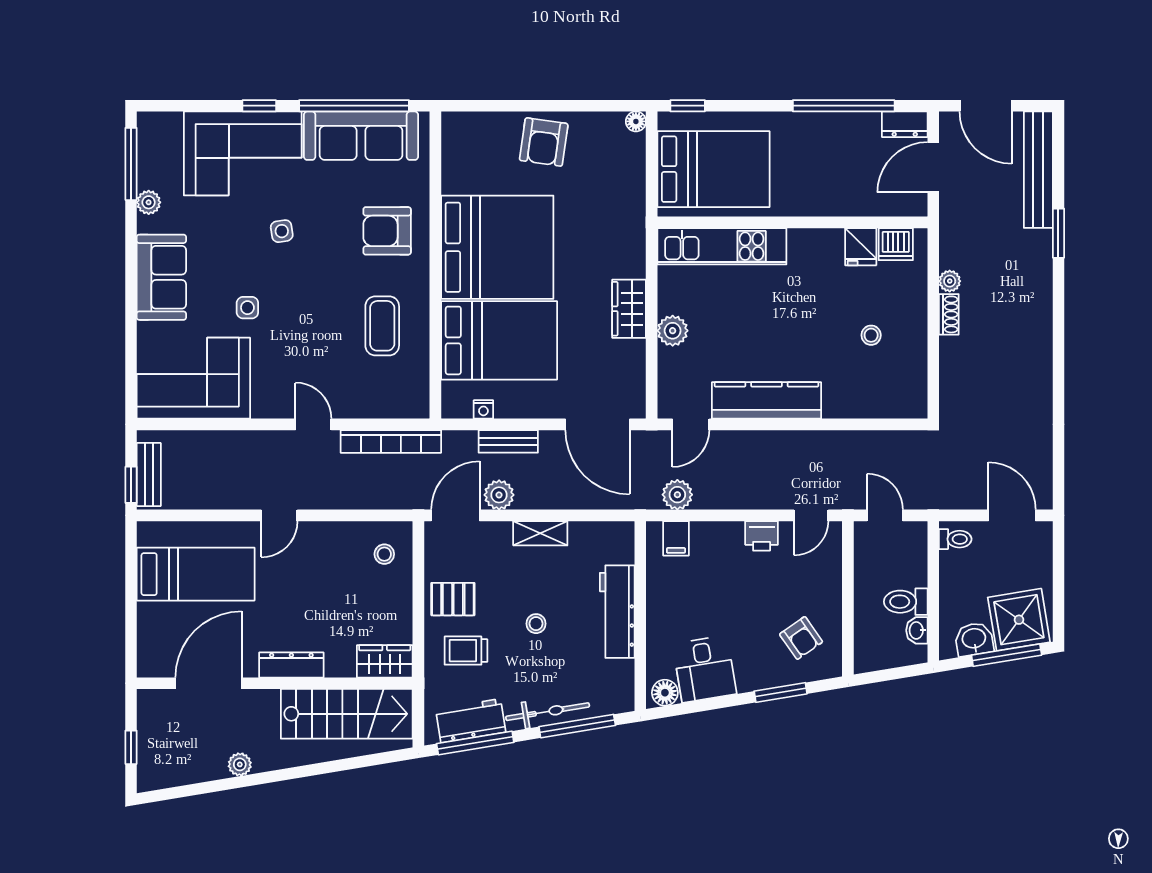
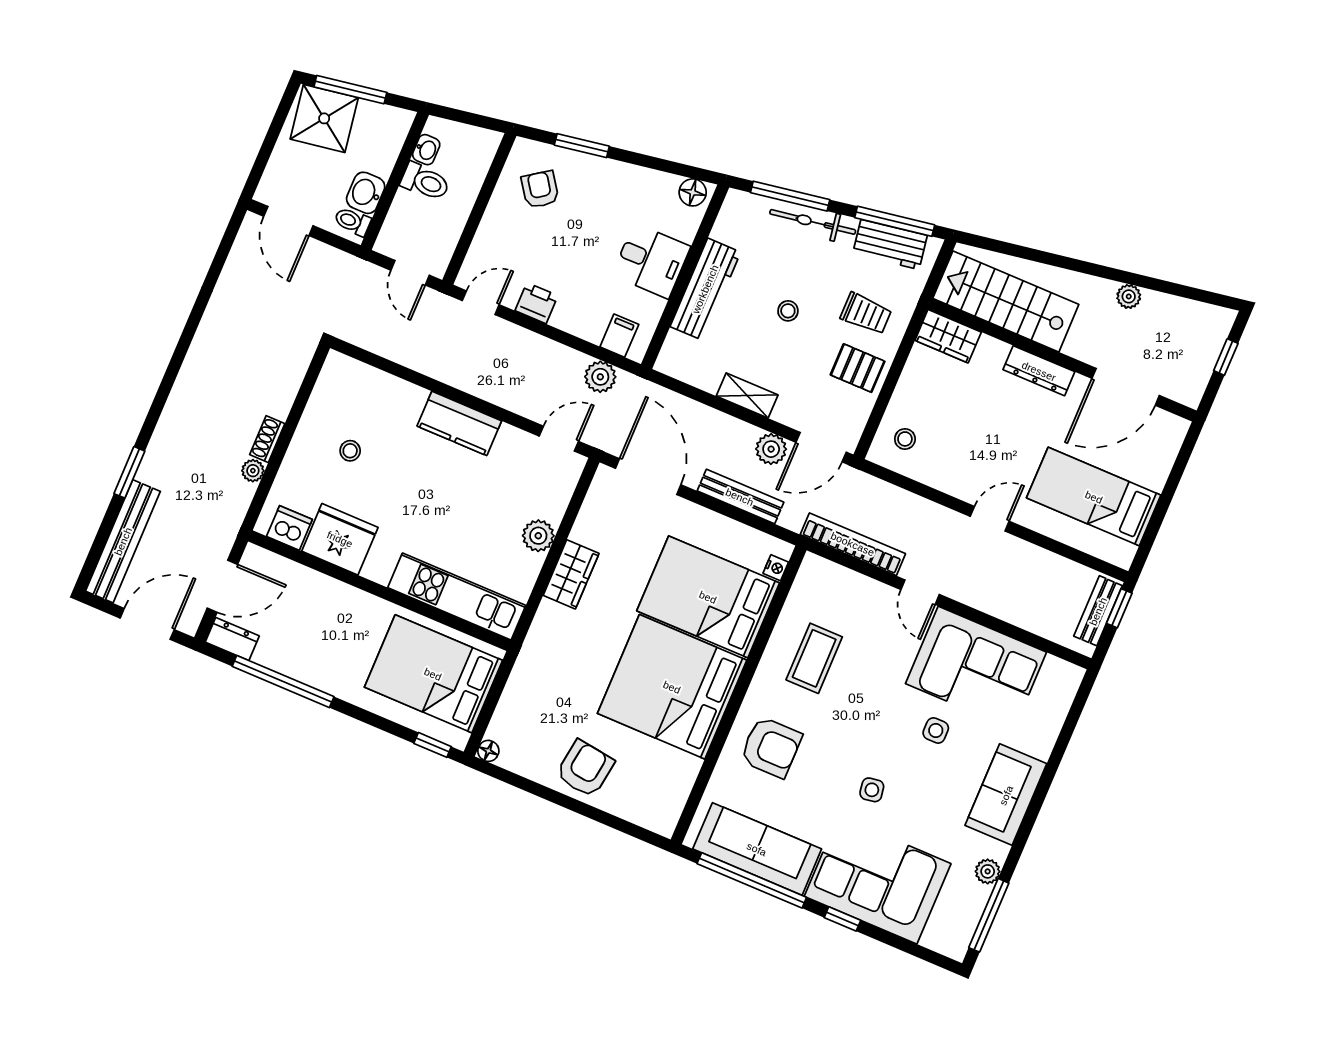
door: (986, 106) -> (147, 624), hinge flipped
fridge: (861, 247) -> (340, 539), width x1.88, depth x1.34
corner sofa: (193, 378) -> (976, 668), moved
kitchen counter: (766, 400) -> (459, 423), width x0.67
nightstand: (483, 409) -> (776, 568), moved, turned 90
bench: (508, 441) -> (740, 497), width x1.36
washbasin: (974, 639) -> (366, 193), moved, turned 99
desk: (705, 669) -> (651, 261), moved, turned 99

